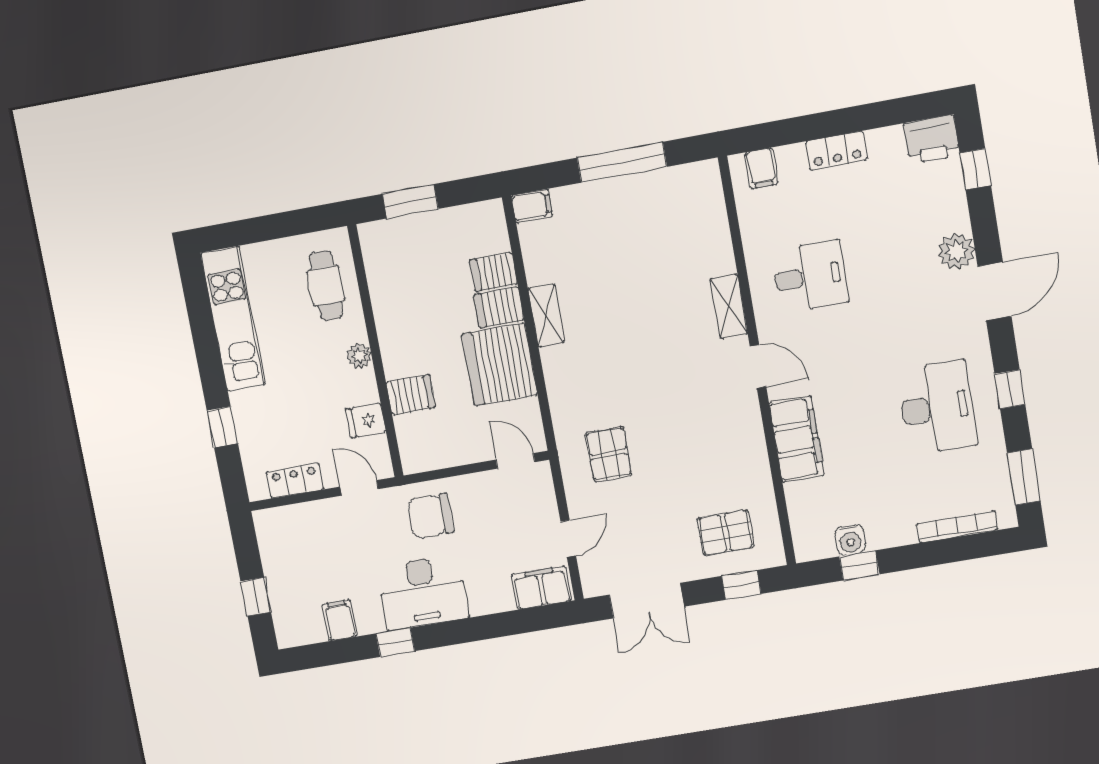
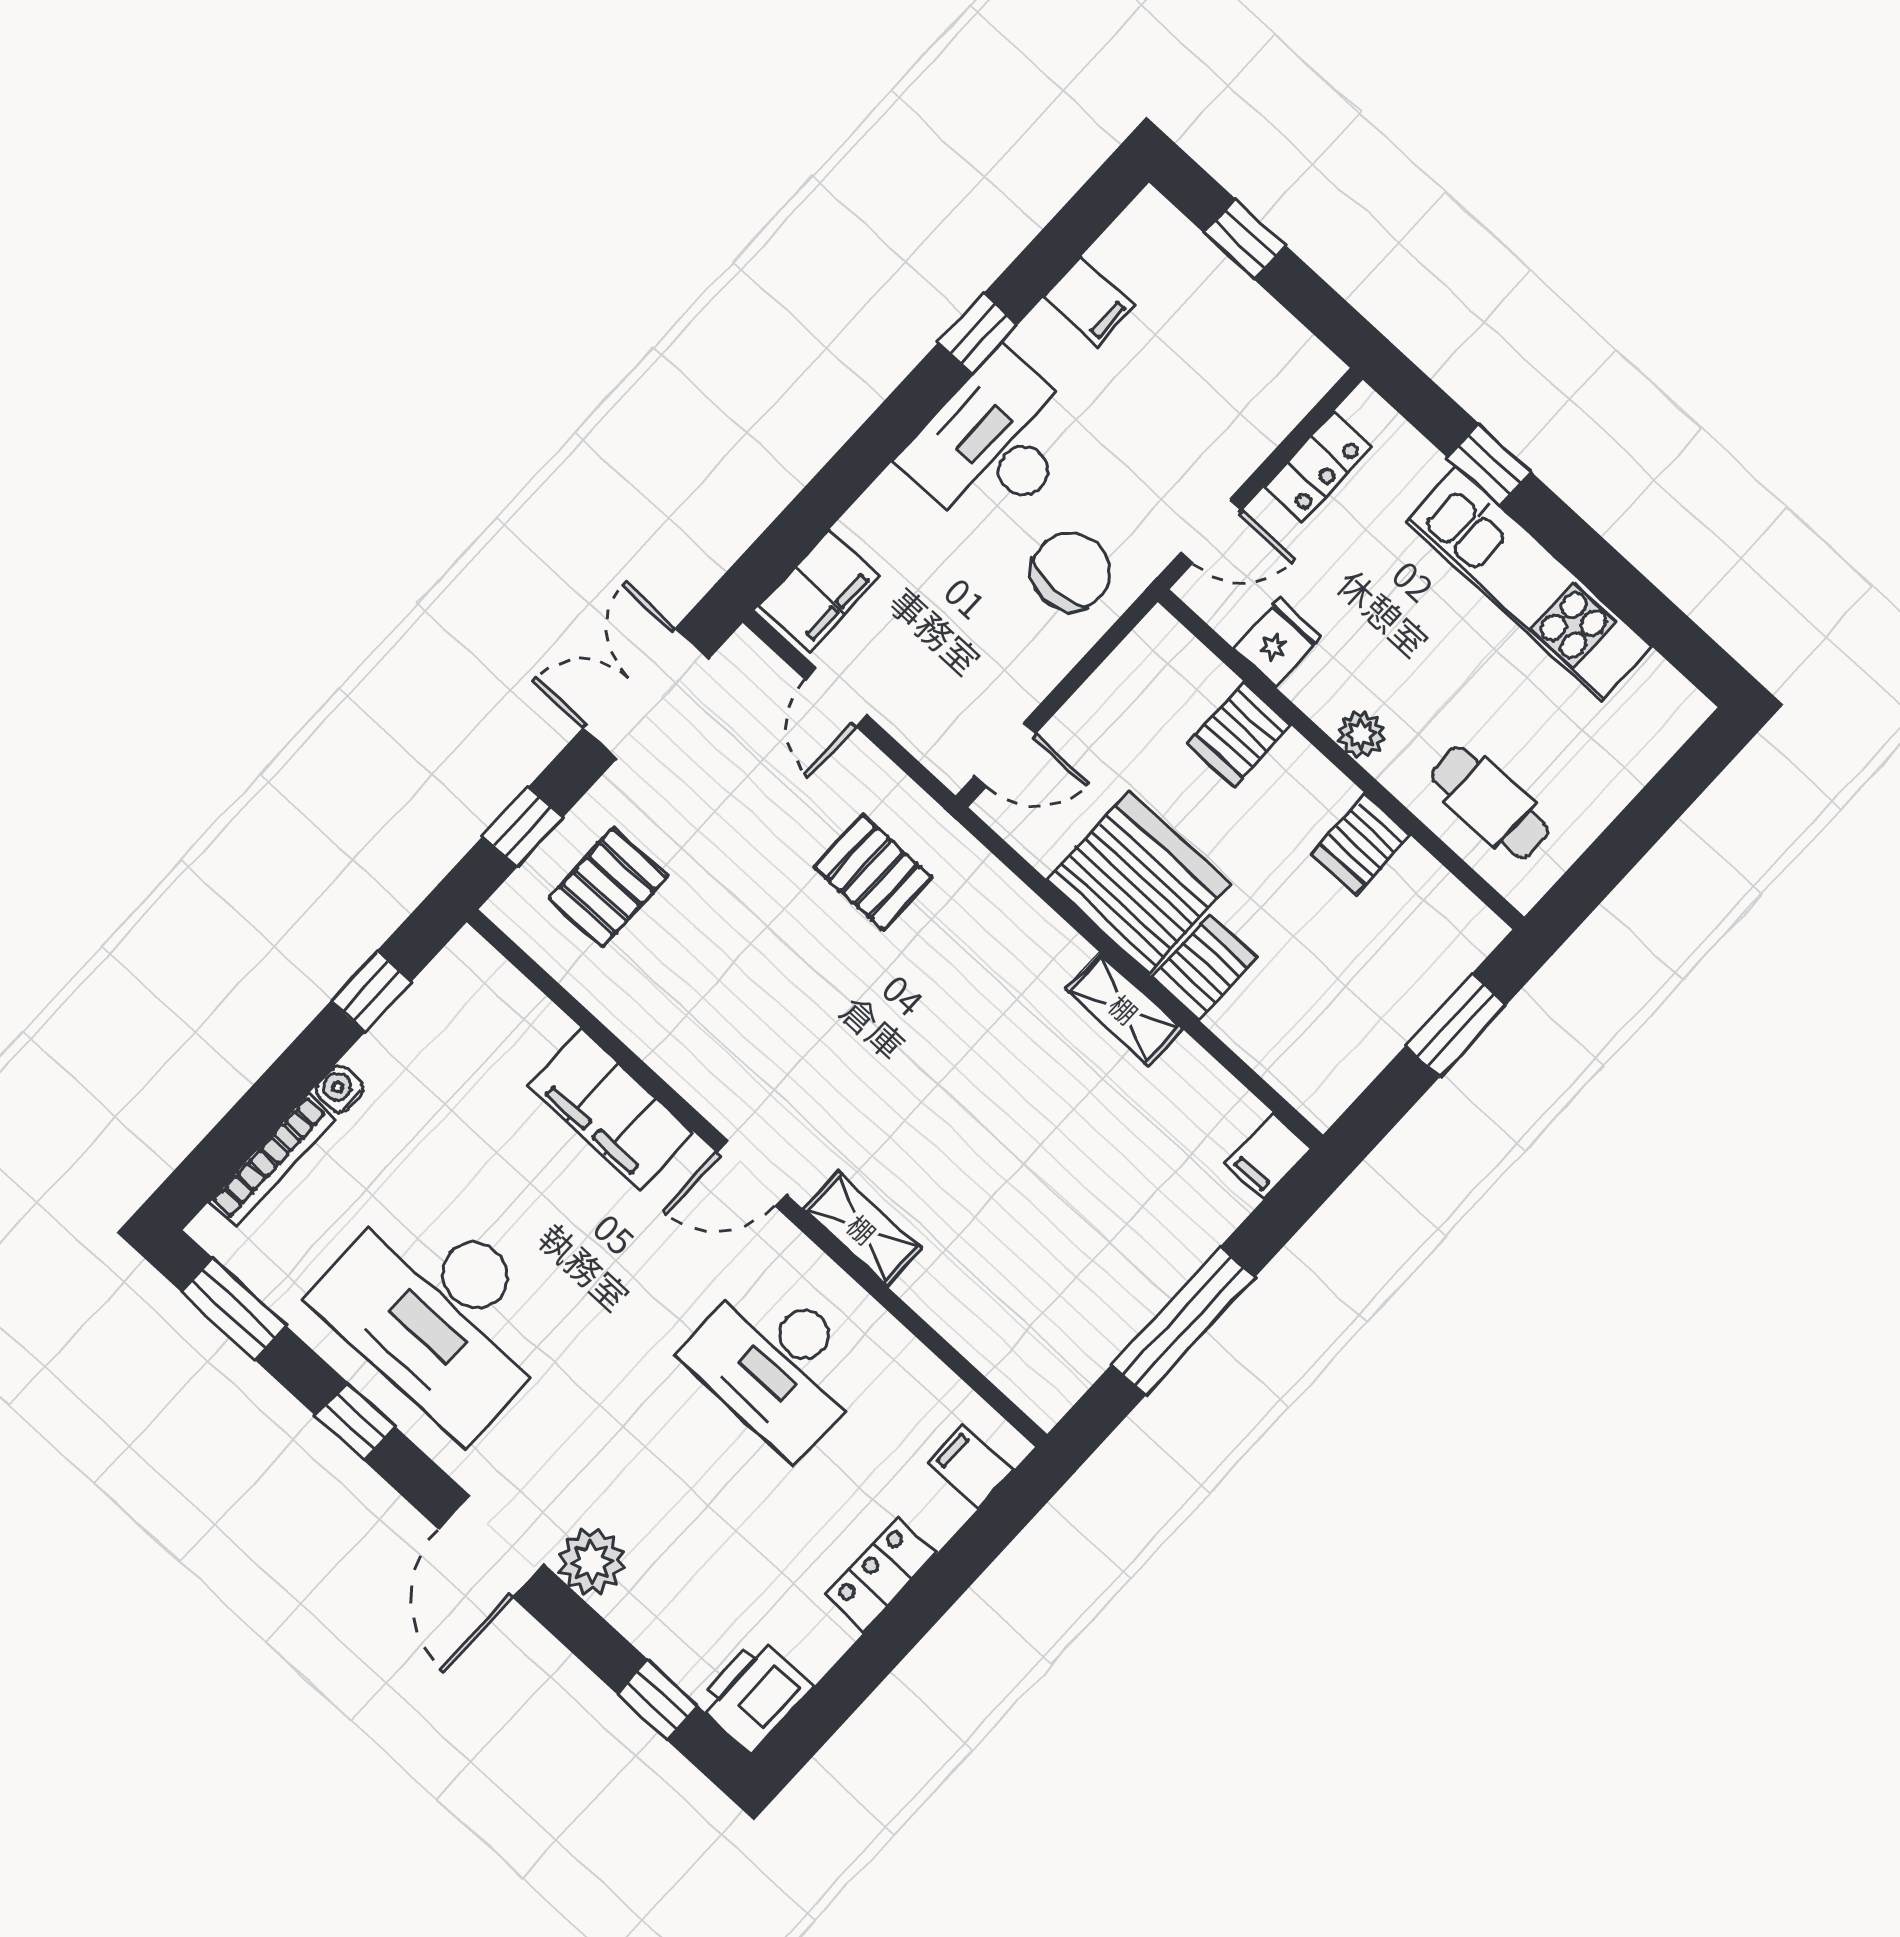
server rack: (494, 272) -> (1361, 845), moved, turned 180
desk: (810, 276) -> (777, 1364), width x1.37
kitchen unit: (233, 319) -> (1528, 584), moved
desk: (937, 408) -> (440, 1313), width x1.36, depth x1.30
water cooler: (850, 540) -> (340, 1089), moved, width x0.72, depth x0.72

